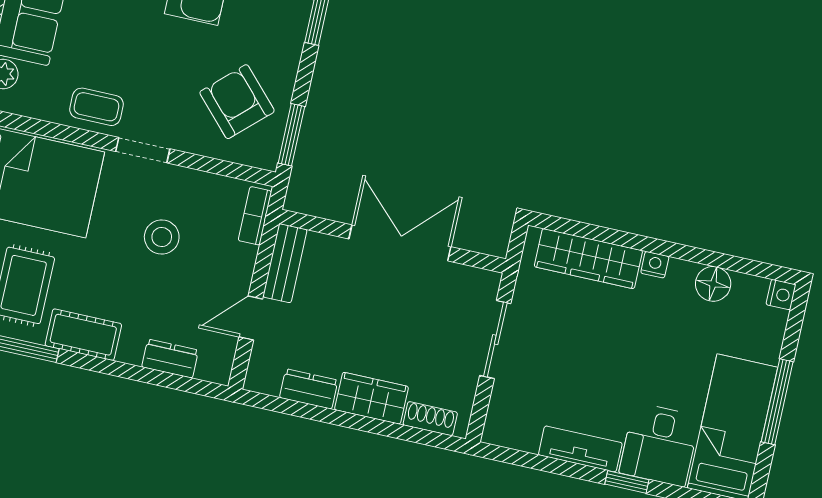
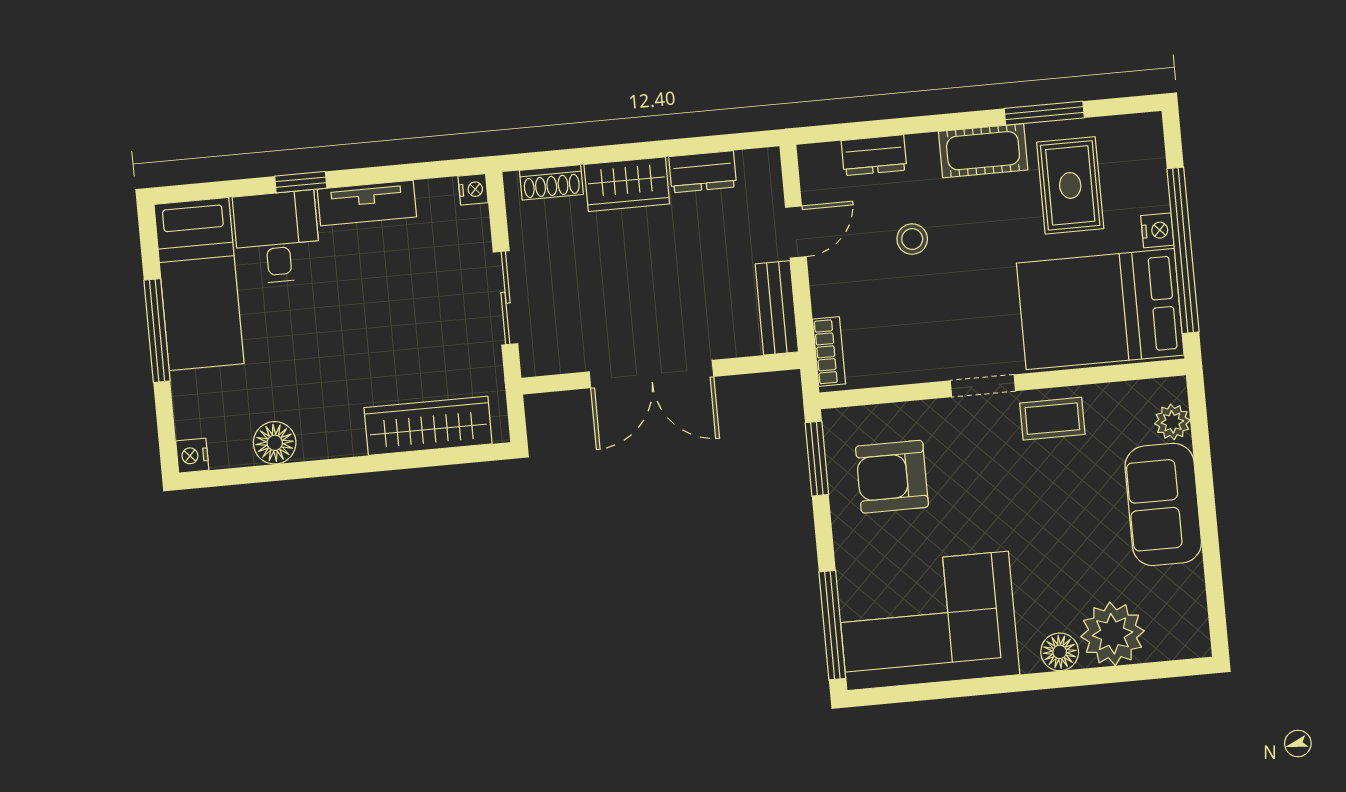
armchair: (237, 102) -> (892, 477), turned 133
stool: (162, 237) -> (912, 239), moved, width x0.73, depth x0.73
nightstand: (655, 265) -> (473, 189), moved, turned -90

